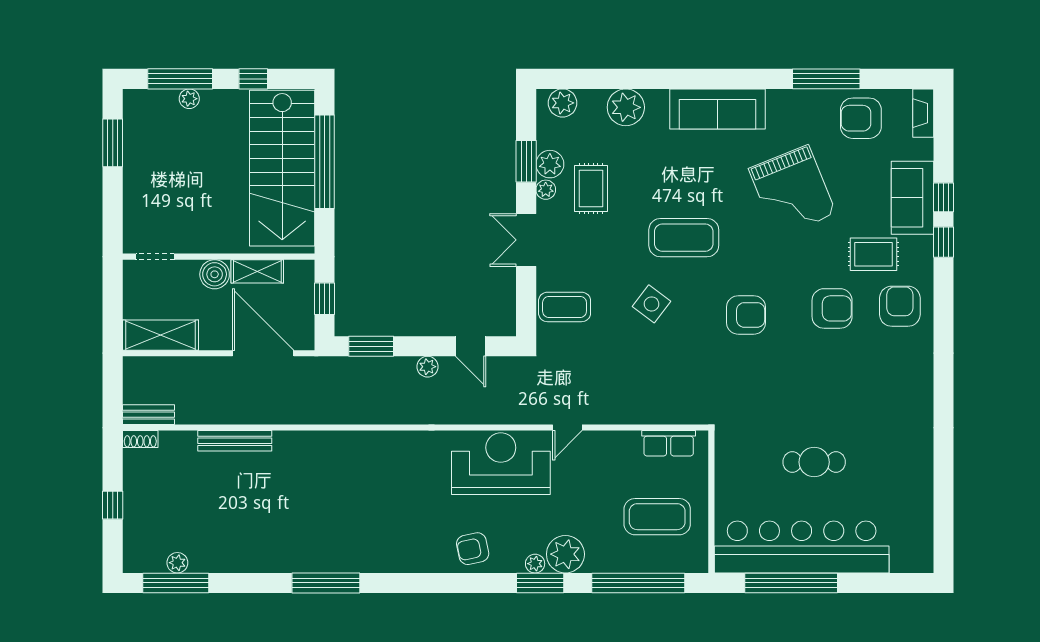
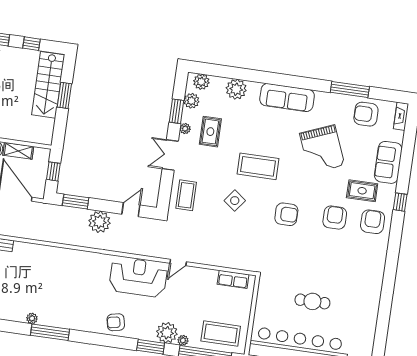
window: (325, 162) -> (64, 95), width x0.47
plant: (550, 164) -> (191, 101), moved
stairs: (282, 168) -> (48, 85), width x0.73, depth x0.66
window: (944, 197) -> (406, 165), removed
window: (944, 242) -> (400, 202), moved
coffee table: (565, 307) -> (186, 195), turned 90
armchair: (832, 308) -> (335, 218), turned -90
door: (471, 346) -> (131, 210), swing flipped
plant: (428, 367) -> (99, 222), width x1.88, depth x1.88
coffee table: (657, 517) -> (221, 334), moved
plant: (324, 563) -> (32, 318), added
plant: (535, 564) -> (183, 340), moved
window: (326, 583) -> (50, 332), moved

